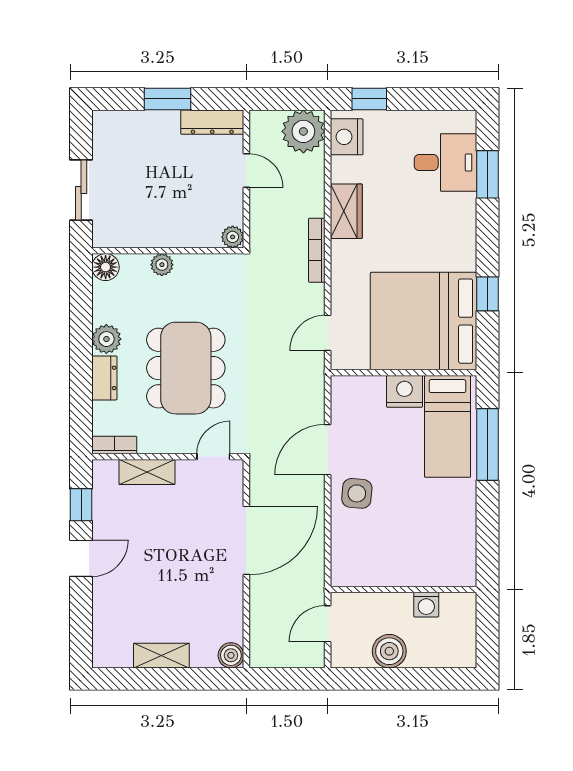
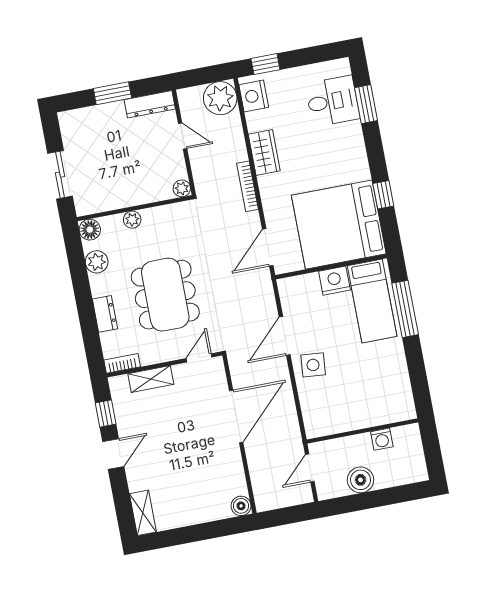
door: (328, 333) -> (268, 247), width x1.38
plant: (106, 339) -> (97, 262), moved
shelving: (161, 656) -> (143, 513), moved, turned 90

